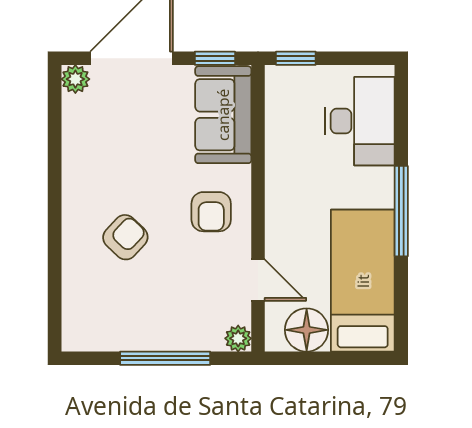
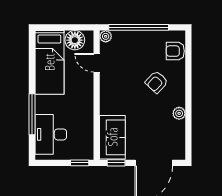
plant: (75, 79) -> (179, 113), moved
window: (401, 211) -> (32, 114), moved
armchair: (211, 212) -> (175, 51), moved, turned -90
window: (165, 358) -> (139, 27), width x1.46

